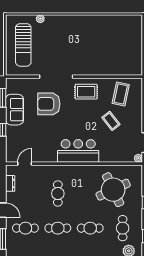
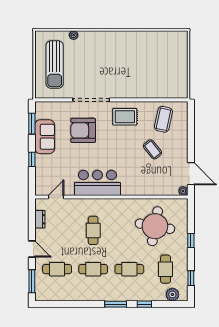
bar counter: (78, 151) -> (97, 183), moved
round table: (113, 190) -> (155, 226), turned 35

